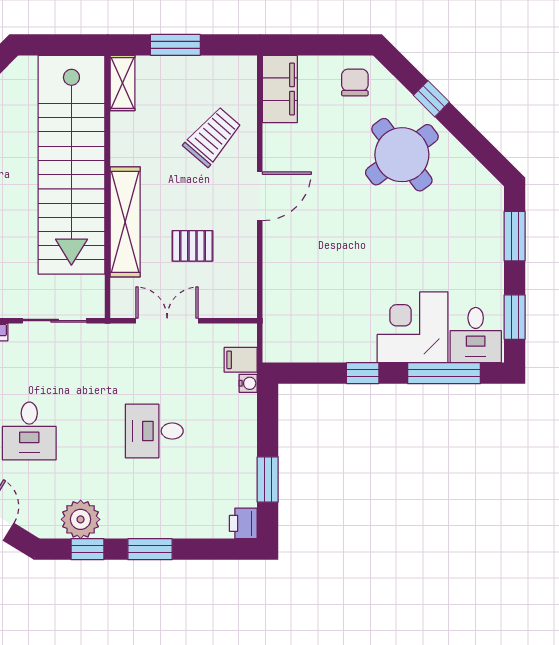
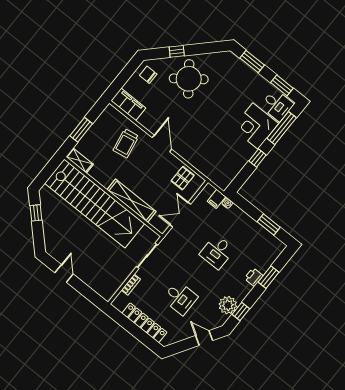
trolley: (212, 136) -> (126, 143), turned -141
pallet: (192, 246) -> (183, 178), moved
printer: (243, 523) -> (254, 277), moved, turned 90
window: (150, 549) -> (268, 277), moved

